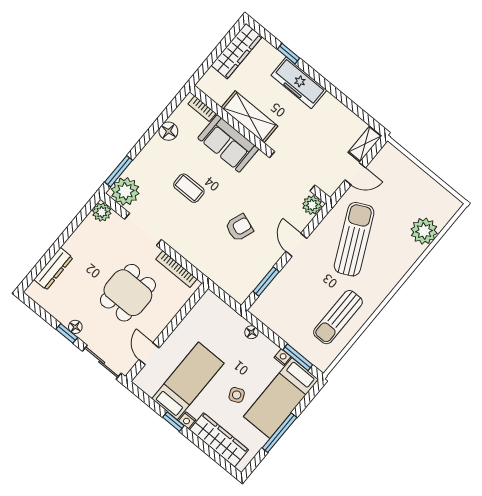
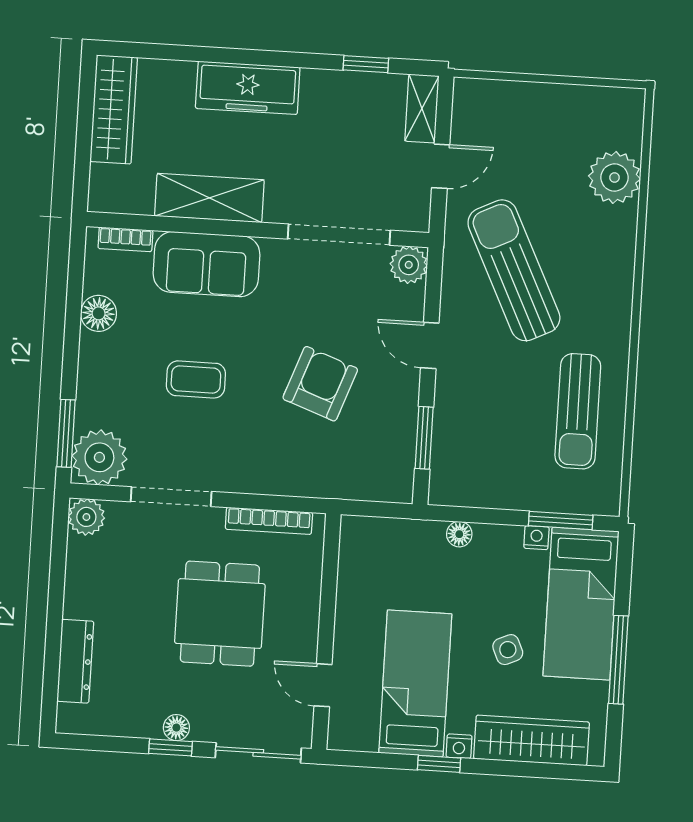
window: (289, 54) -> (366, 64), moved
armchair: (239, 228) -> (320, 384), width x1.38, depth x1.38

